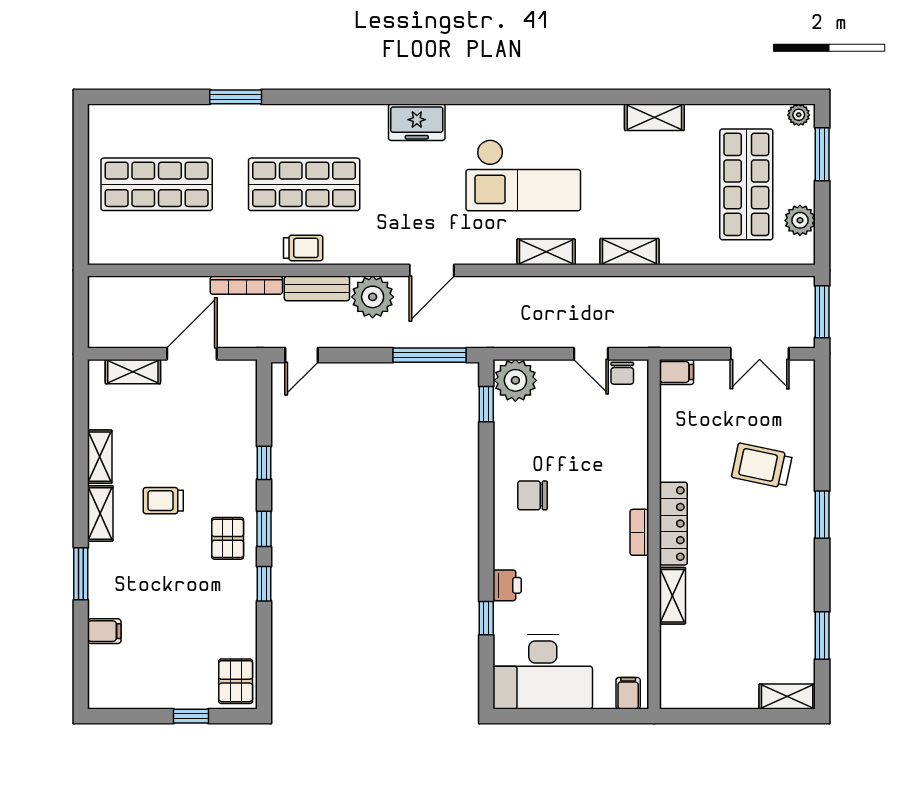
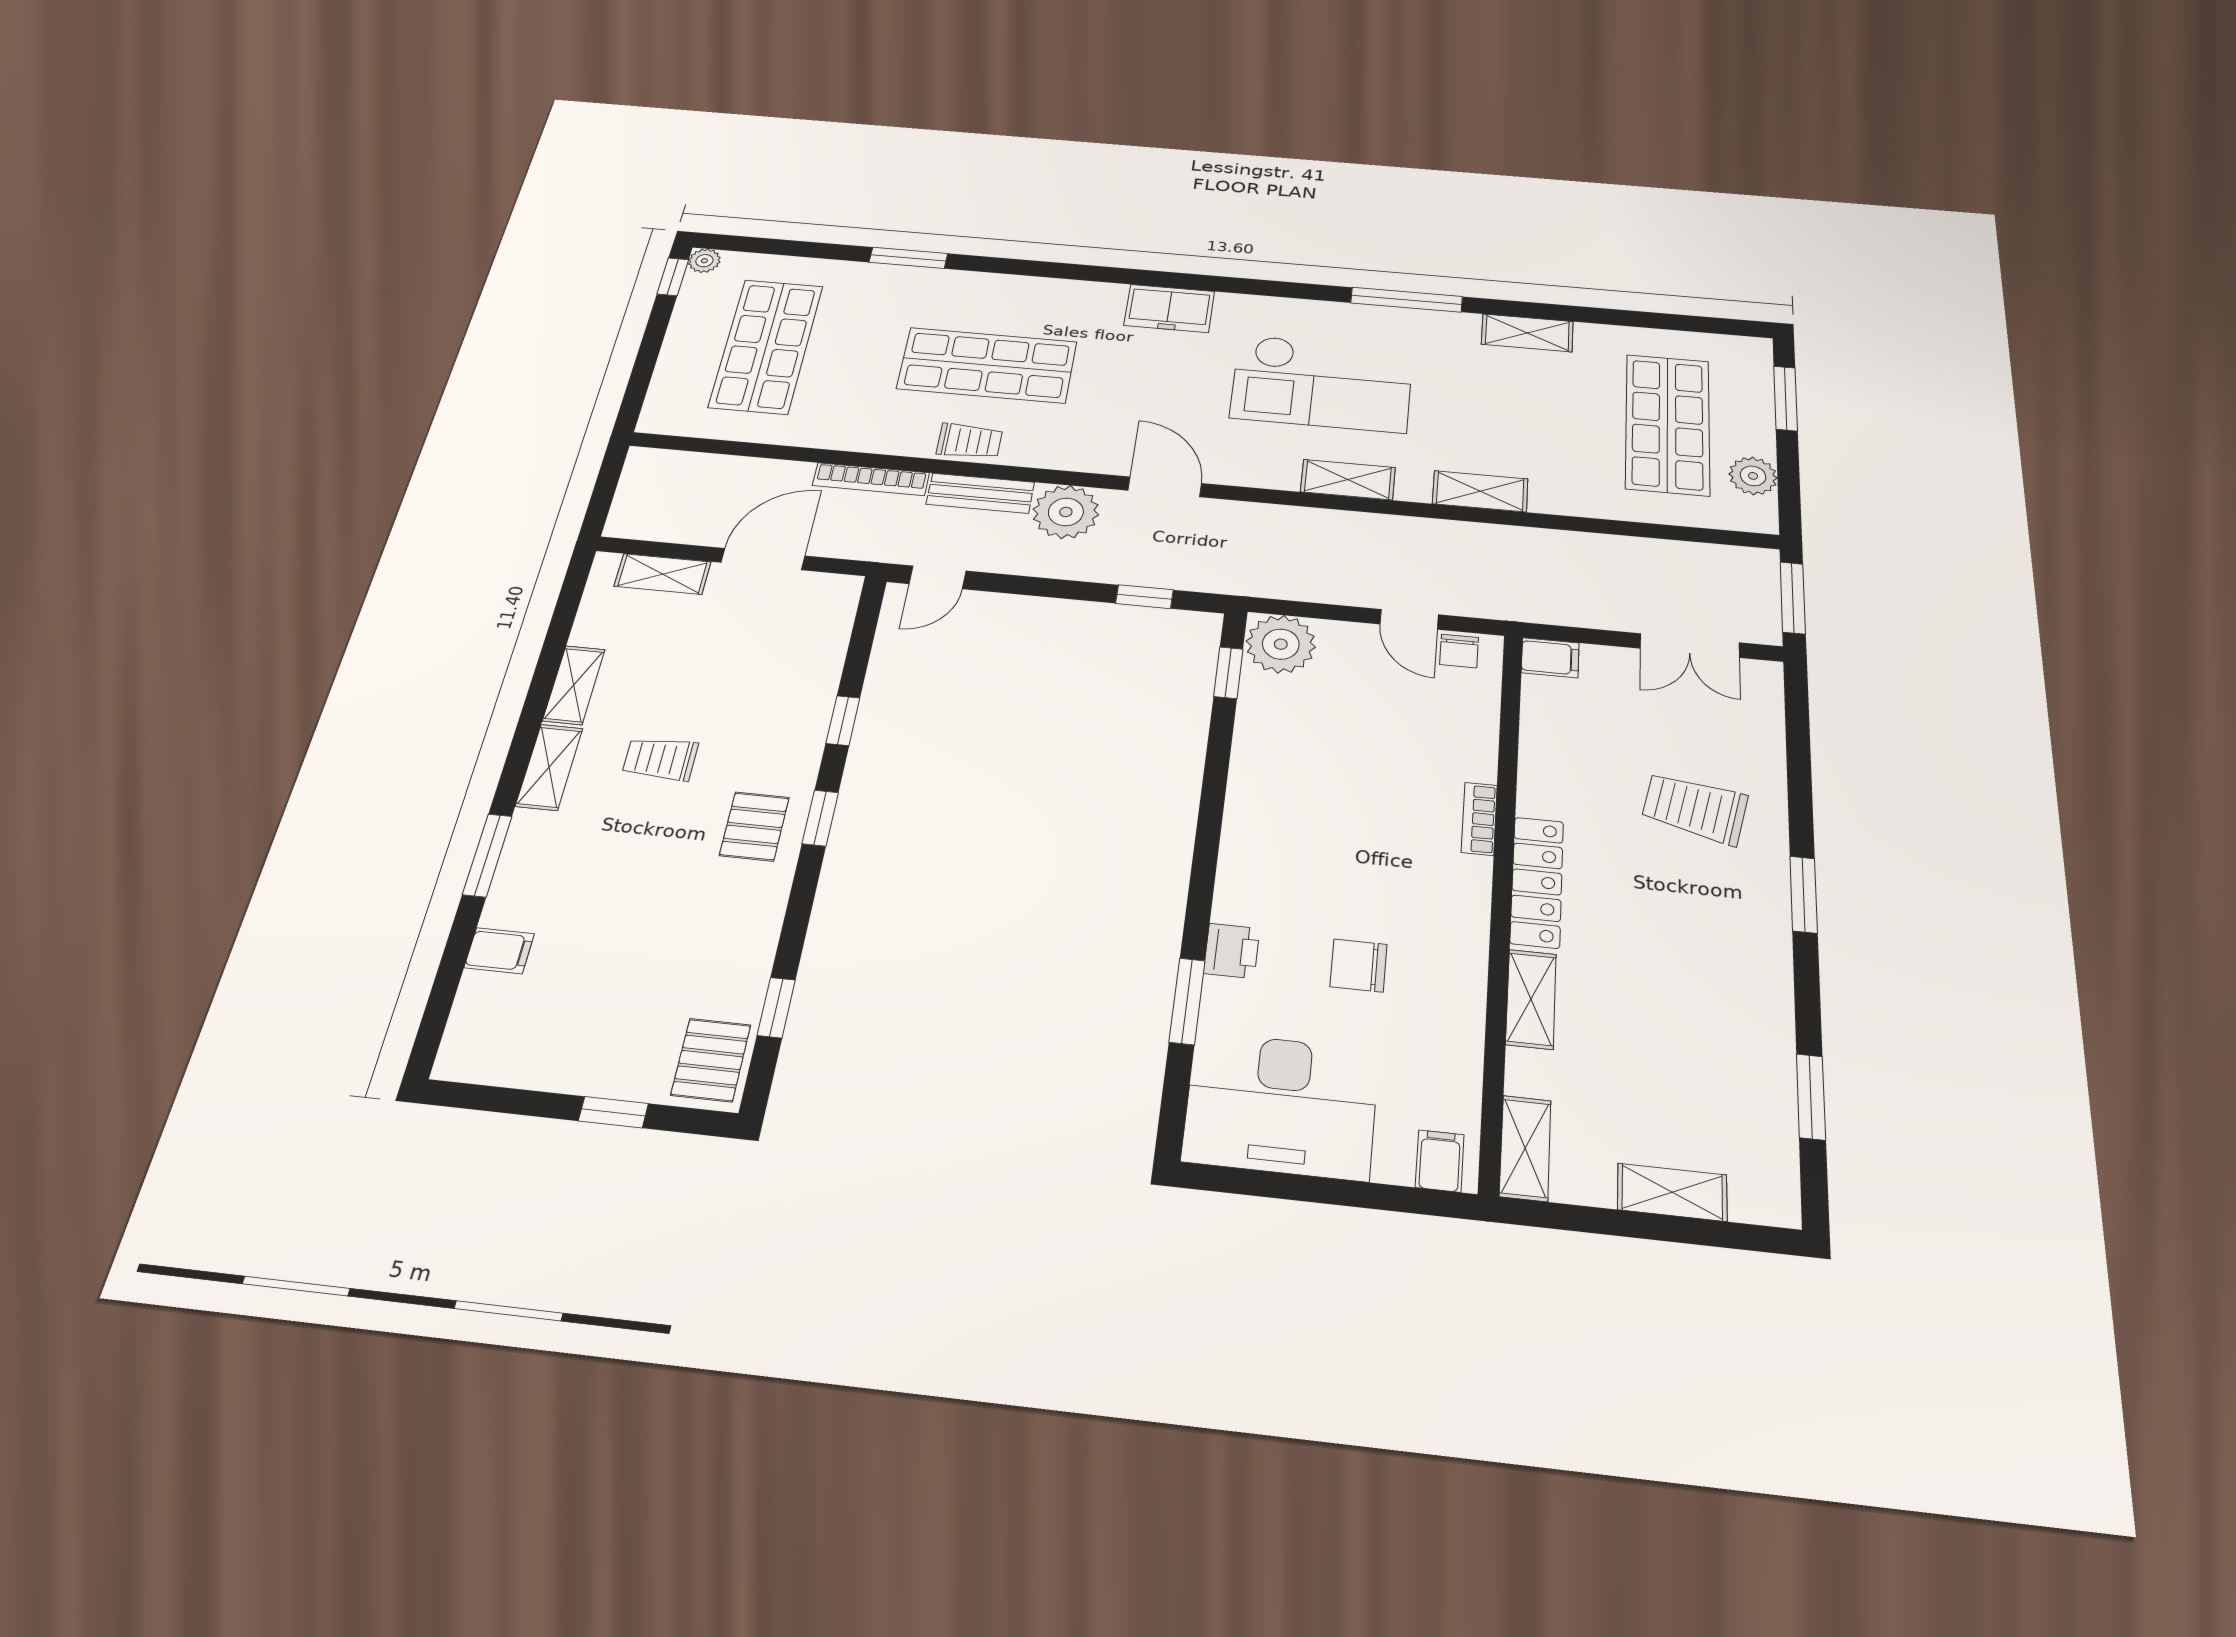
window: (573, 97) -> (1407, 300), added
plant: (799, 115) -> (704, 261), moved
window: (81, 131) -> (673, 277), added
shop shelf: (157, 184) -> (766, 346), turned 90
door: (432, 270) -> (1165, 487), swing flipped
window: (430, 355) -> (1144, 597), width x0.46
chair: (533, 495) -> (1359, 966), moved
bookcase: (639, 532) -> (1479, 819), moved
window: (264, 584) -> (776, 1008), moved
window: (486, 618) -> (1187, 1001), width x1.50
shelving: (672, 681) -> (1525, 1148), added
shelving: (787, 697) -> (1672, 1192), moved

